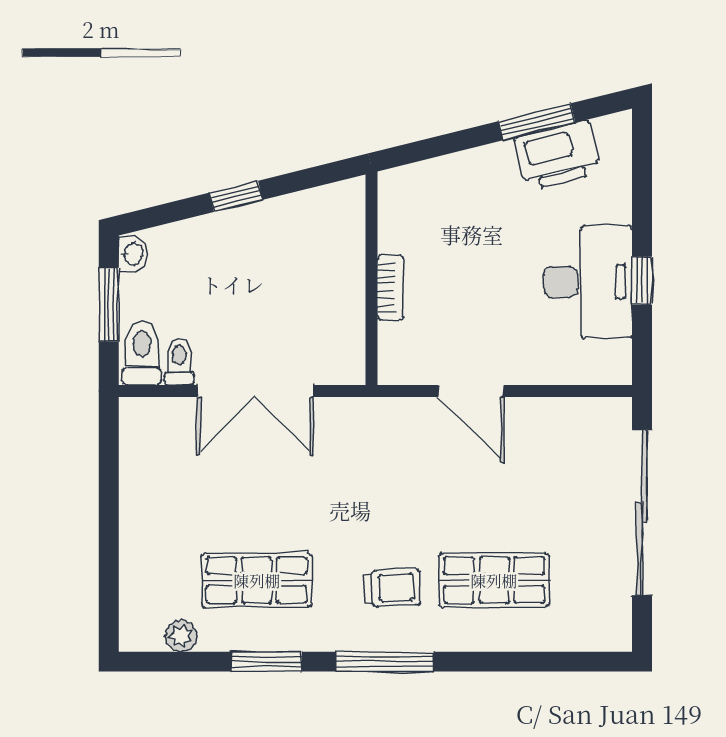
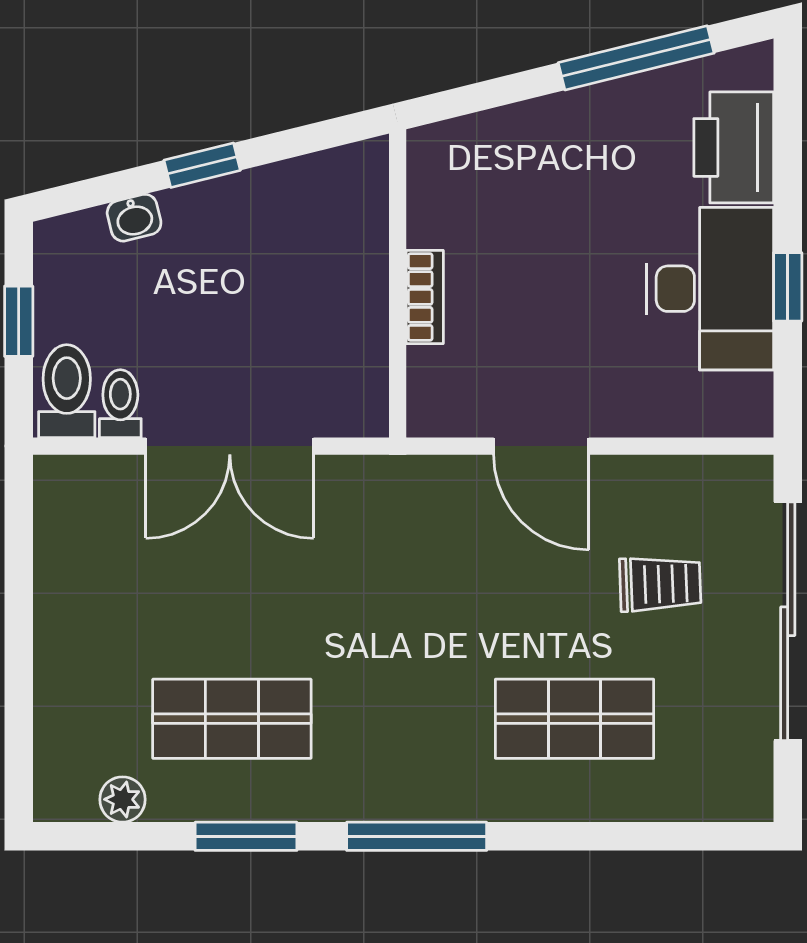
window: (537, 122) -> (636, 58), width x1.44
printer: (557, 155) -> (734, 147), moved, turned 104
washbasin: (133, 254) -> (134, 218), moved, turned 76
window: (109, 304) -> (19, 321), width x0.67
trolley: (392, 588) -> (660, 584), moved

